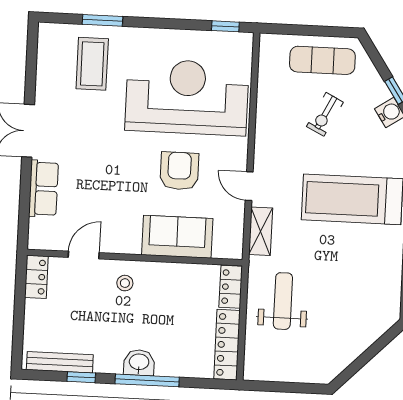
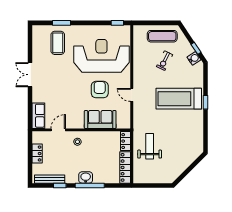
row of seats: (43, 189) -> (38, 116), moved
shelving: (261, 231) -> (138, 115), removed
locker: (36, 277) -> (37, 154), moved

